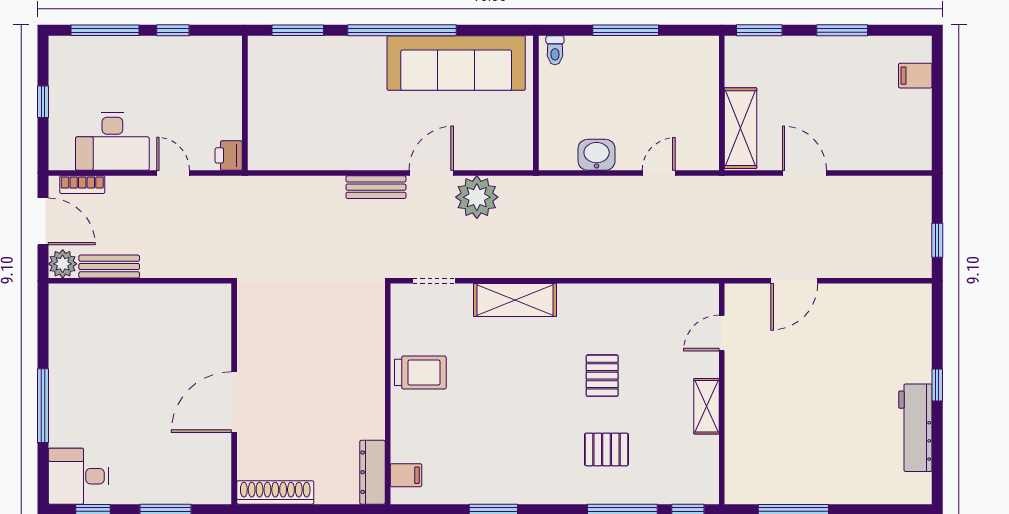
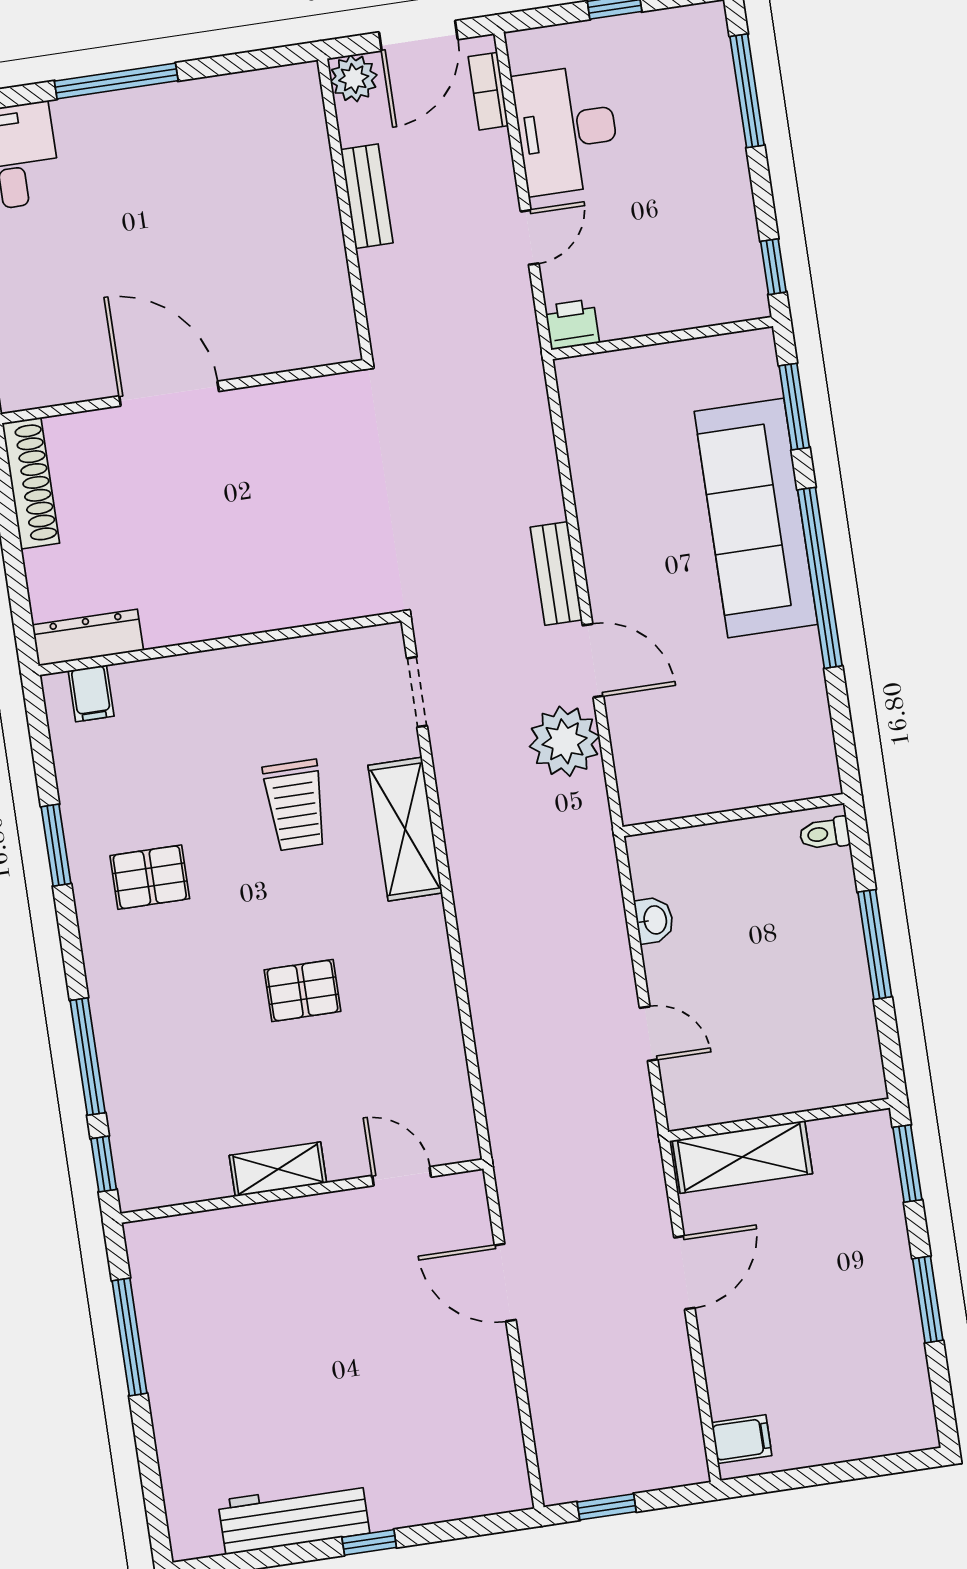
window: (173, 30) -> (773, 267), moved
sofa: (456, 63) -> (756, 518), moved
filing cabinet: (915, 76) -> (742, 1439), moved, turned 90
washbasin: (597, 155) -> (654, 920), width x0.72, depth x0.69
bench: (109, 267) -> (367, 196), moved
trolley: (420, 372) -> (295, 805), moved
pallet: (606, 449) -> (150, 877), moved, turned 90

